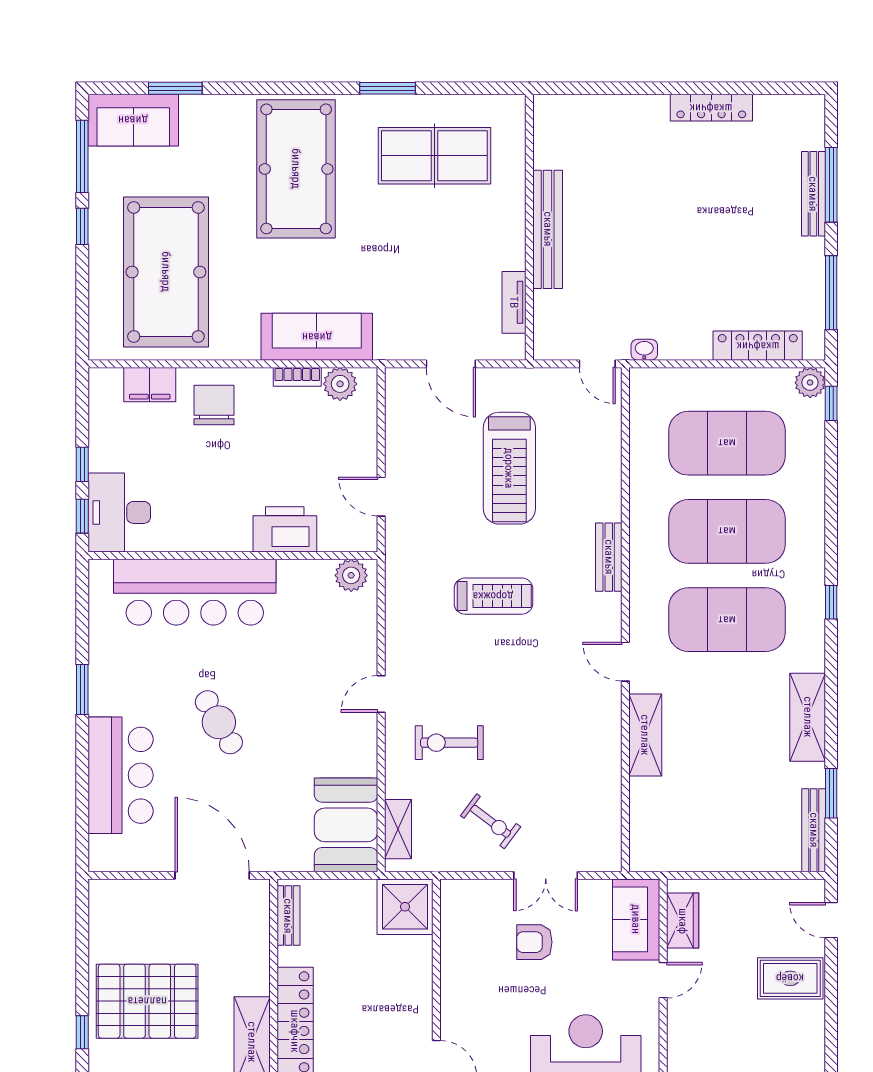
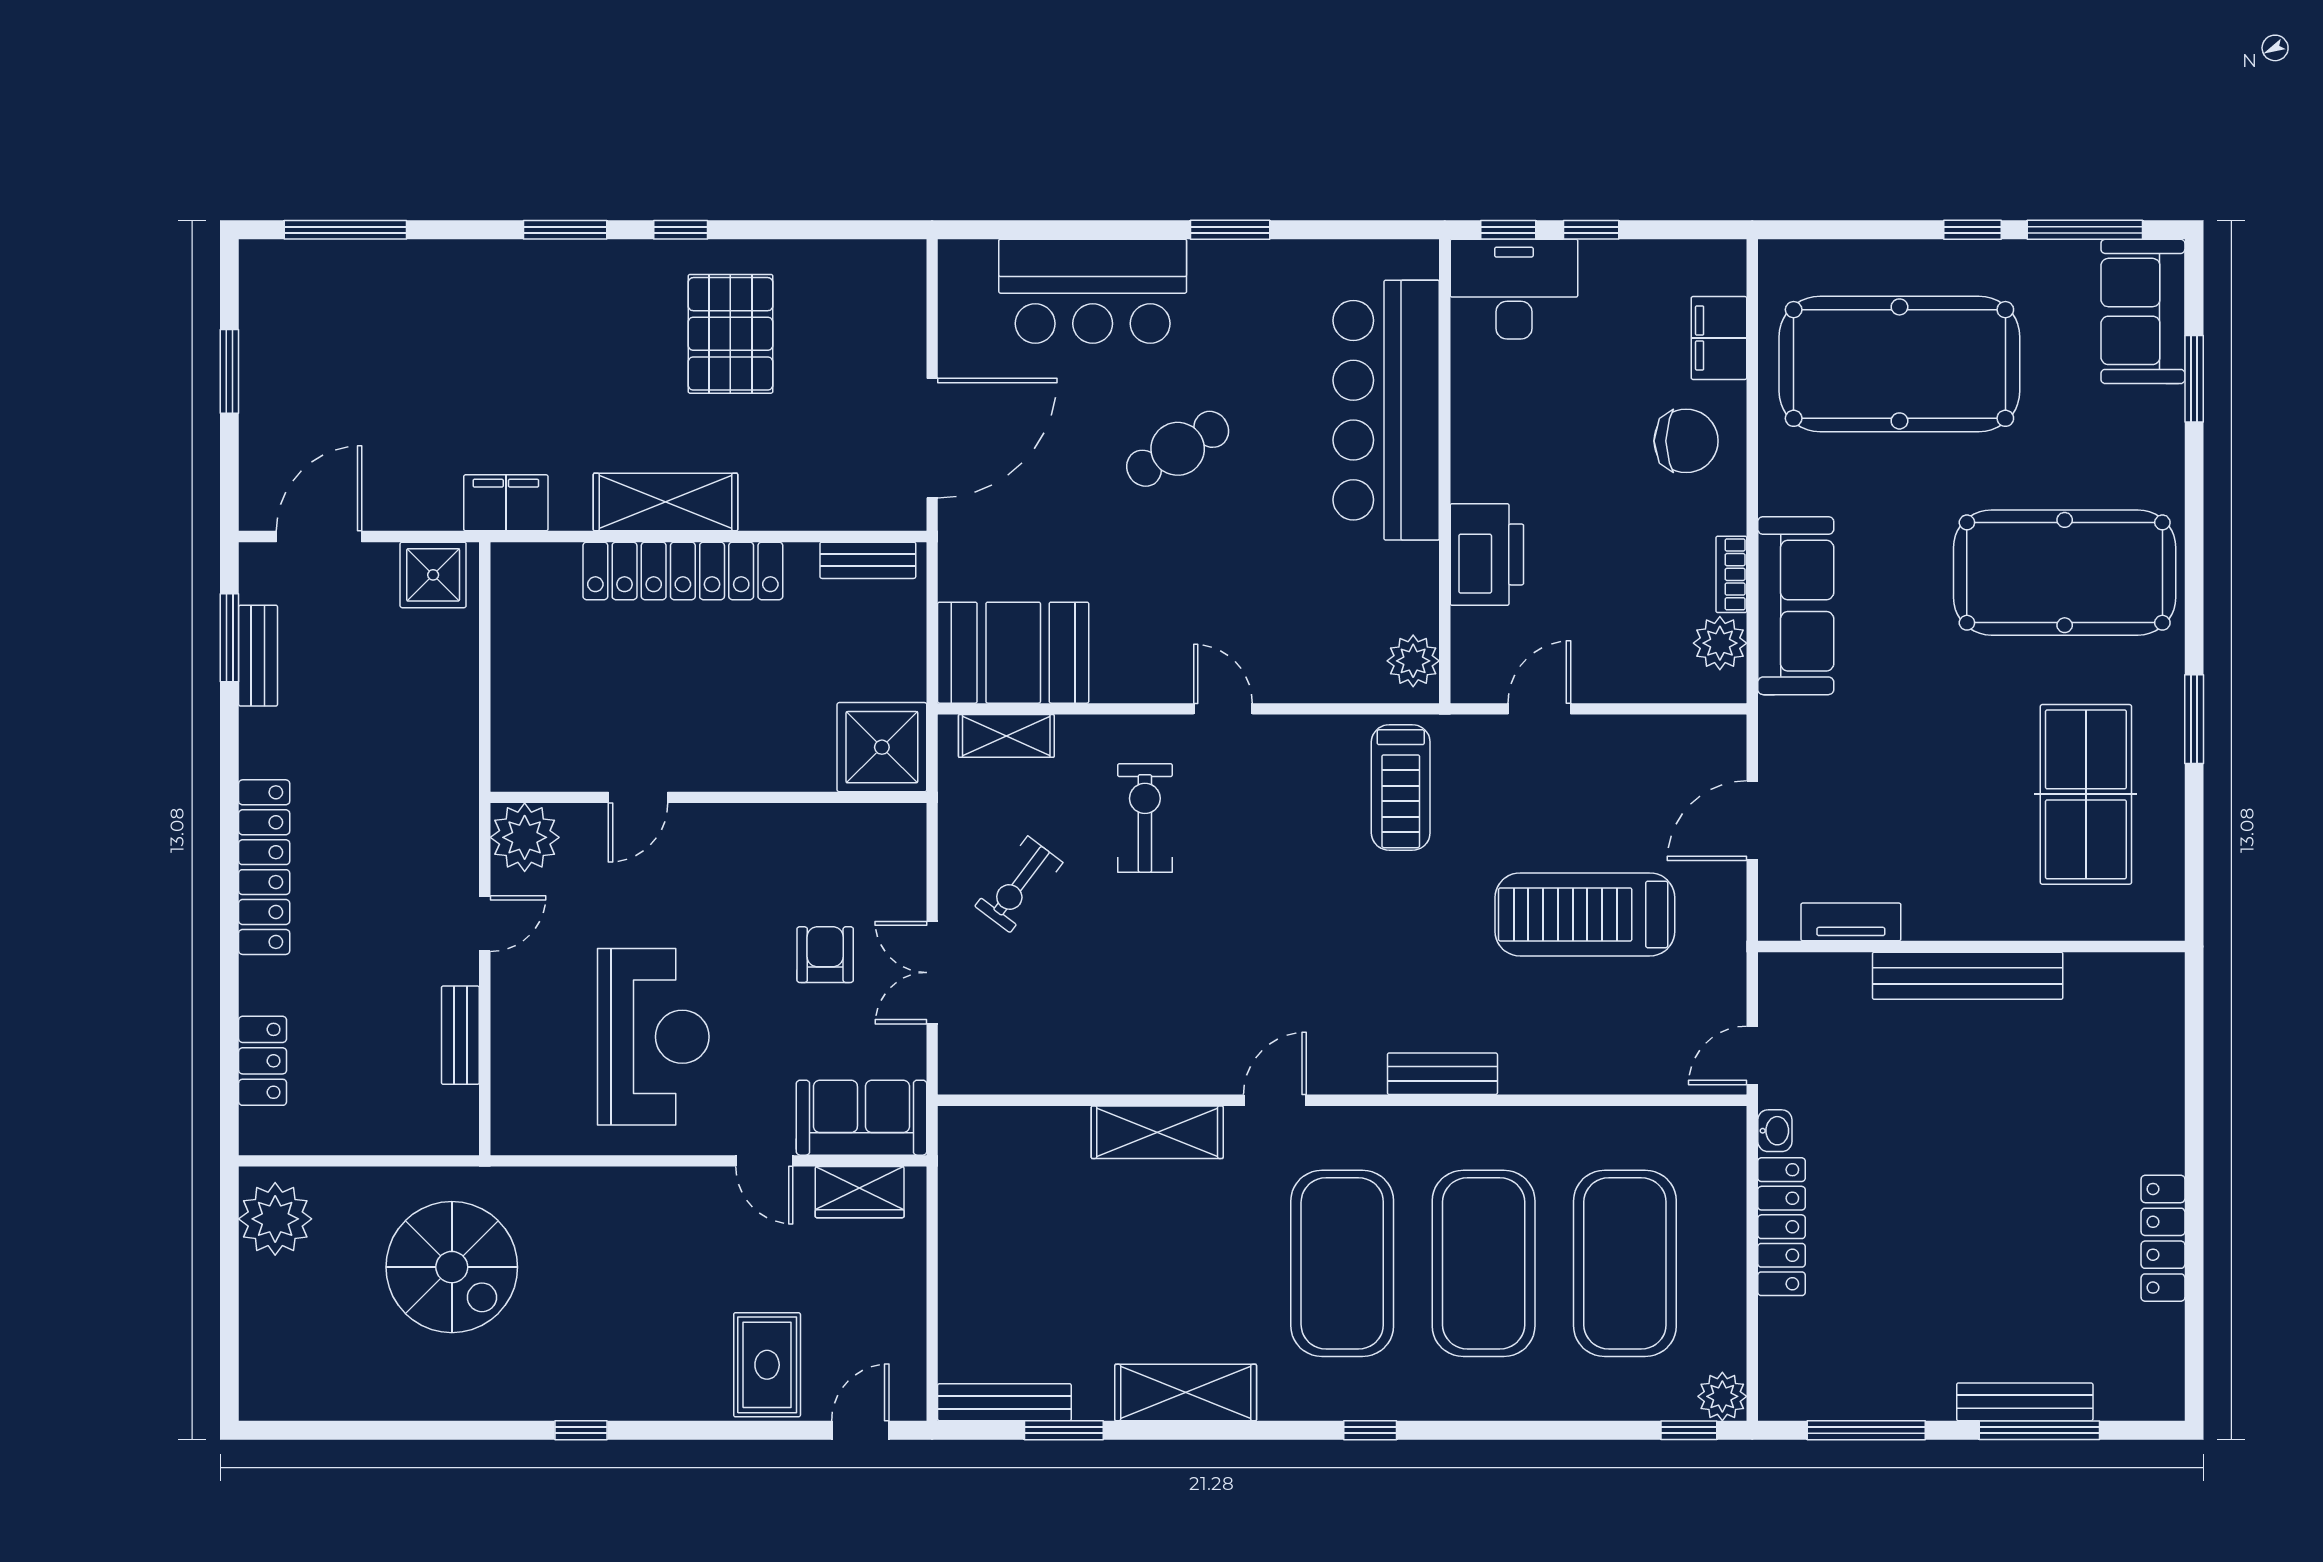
locker: (758, 346) -> (1782, 1227), moved
treadmill: (493, 596) -> (1401, 787), moved
pallet: (147, 1001) -> (730, 334), width x0.73, depth x0.71

